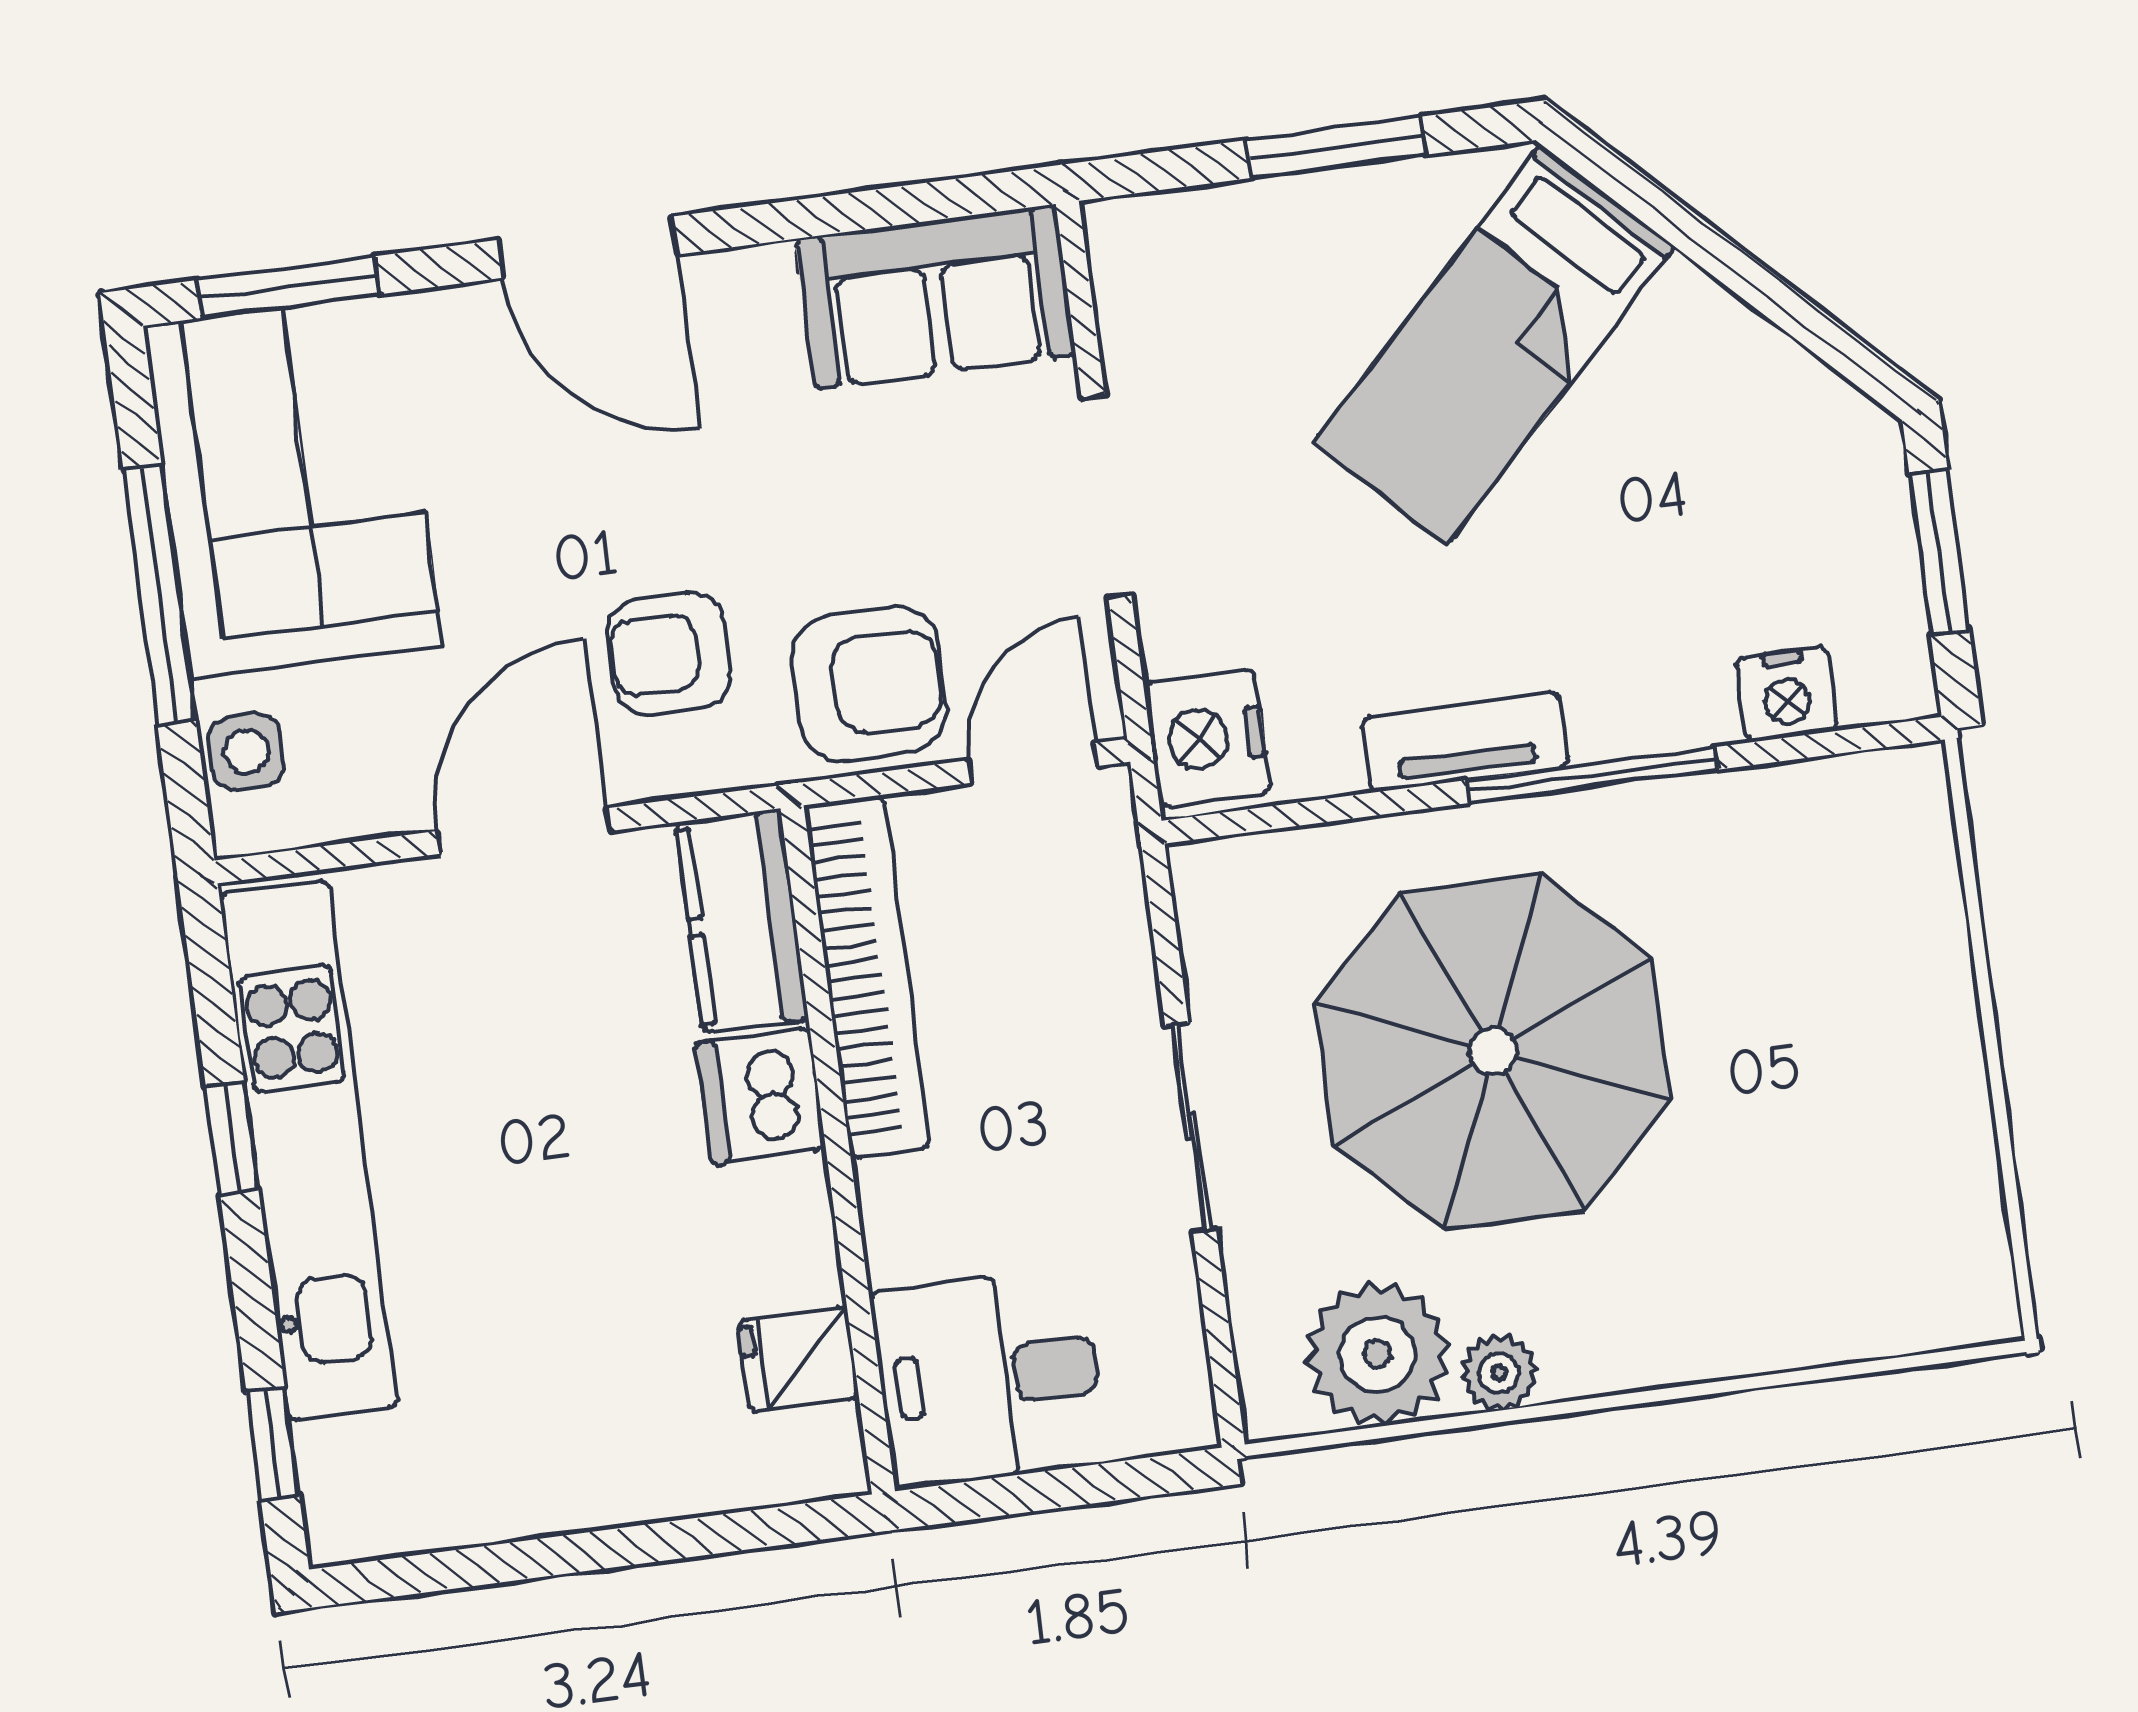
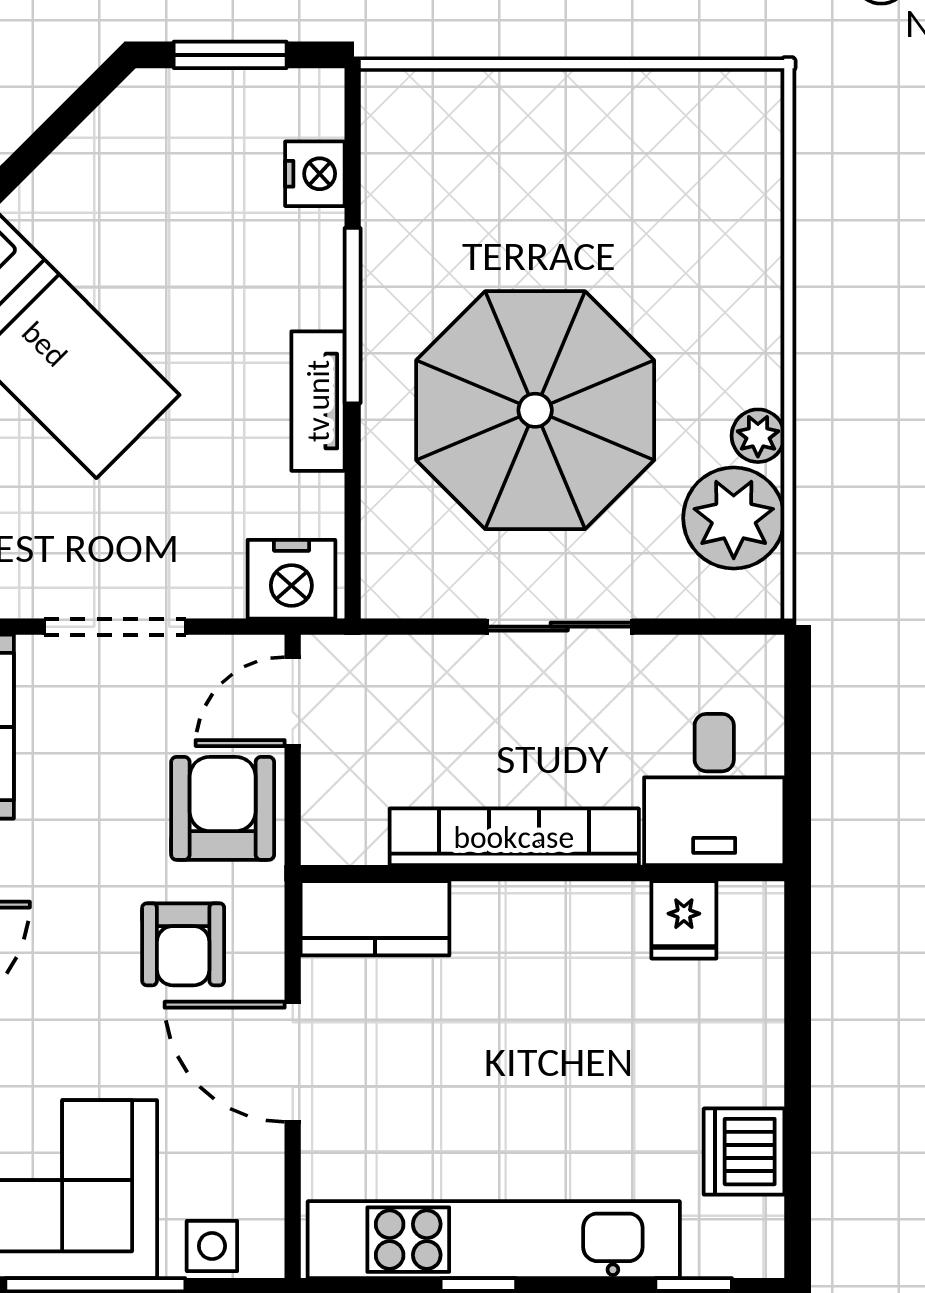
door: (1034, 763) -> (293, 702), hinge flipped
bookcase: (867, 977) -> (514, 837), moved
dishwasher: (761, 1096) -> (744, 1152), moved, turned 90

